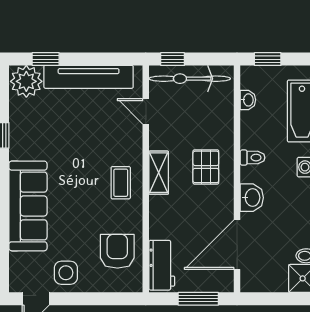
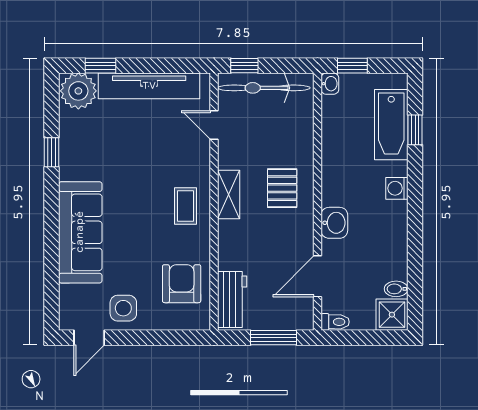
washbasin: (248, 100) -> (330, 84), moved
toilet: (253, 158) -> (335, 322), moved
door: (237, 245) -> (318, 276), width x0.73

